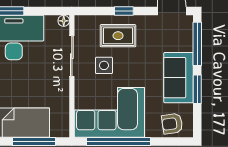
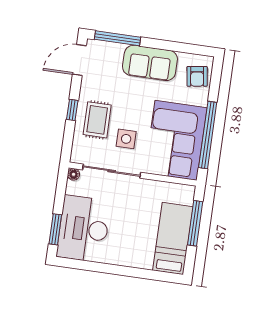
sliding door: (72, 56) -> (112, 171), width x1.37
window: (197, 89) -> (165, 45), removed

